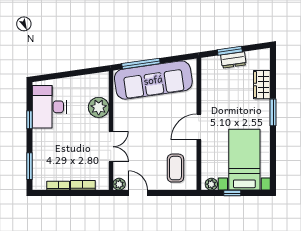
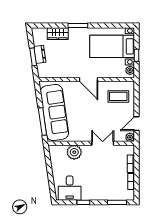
desk: (49, 107) -> (70, 188), width x0.73

